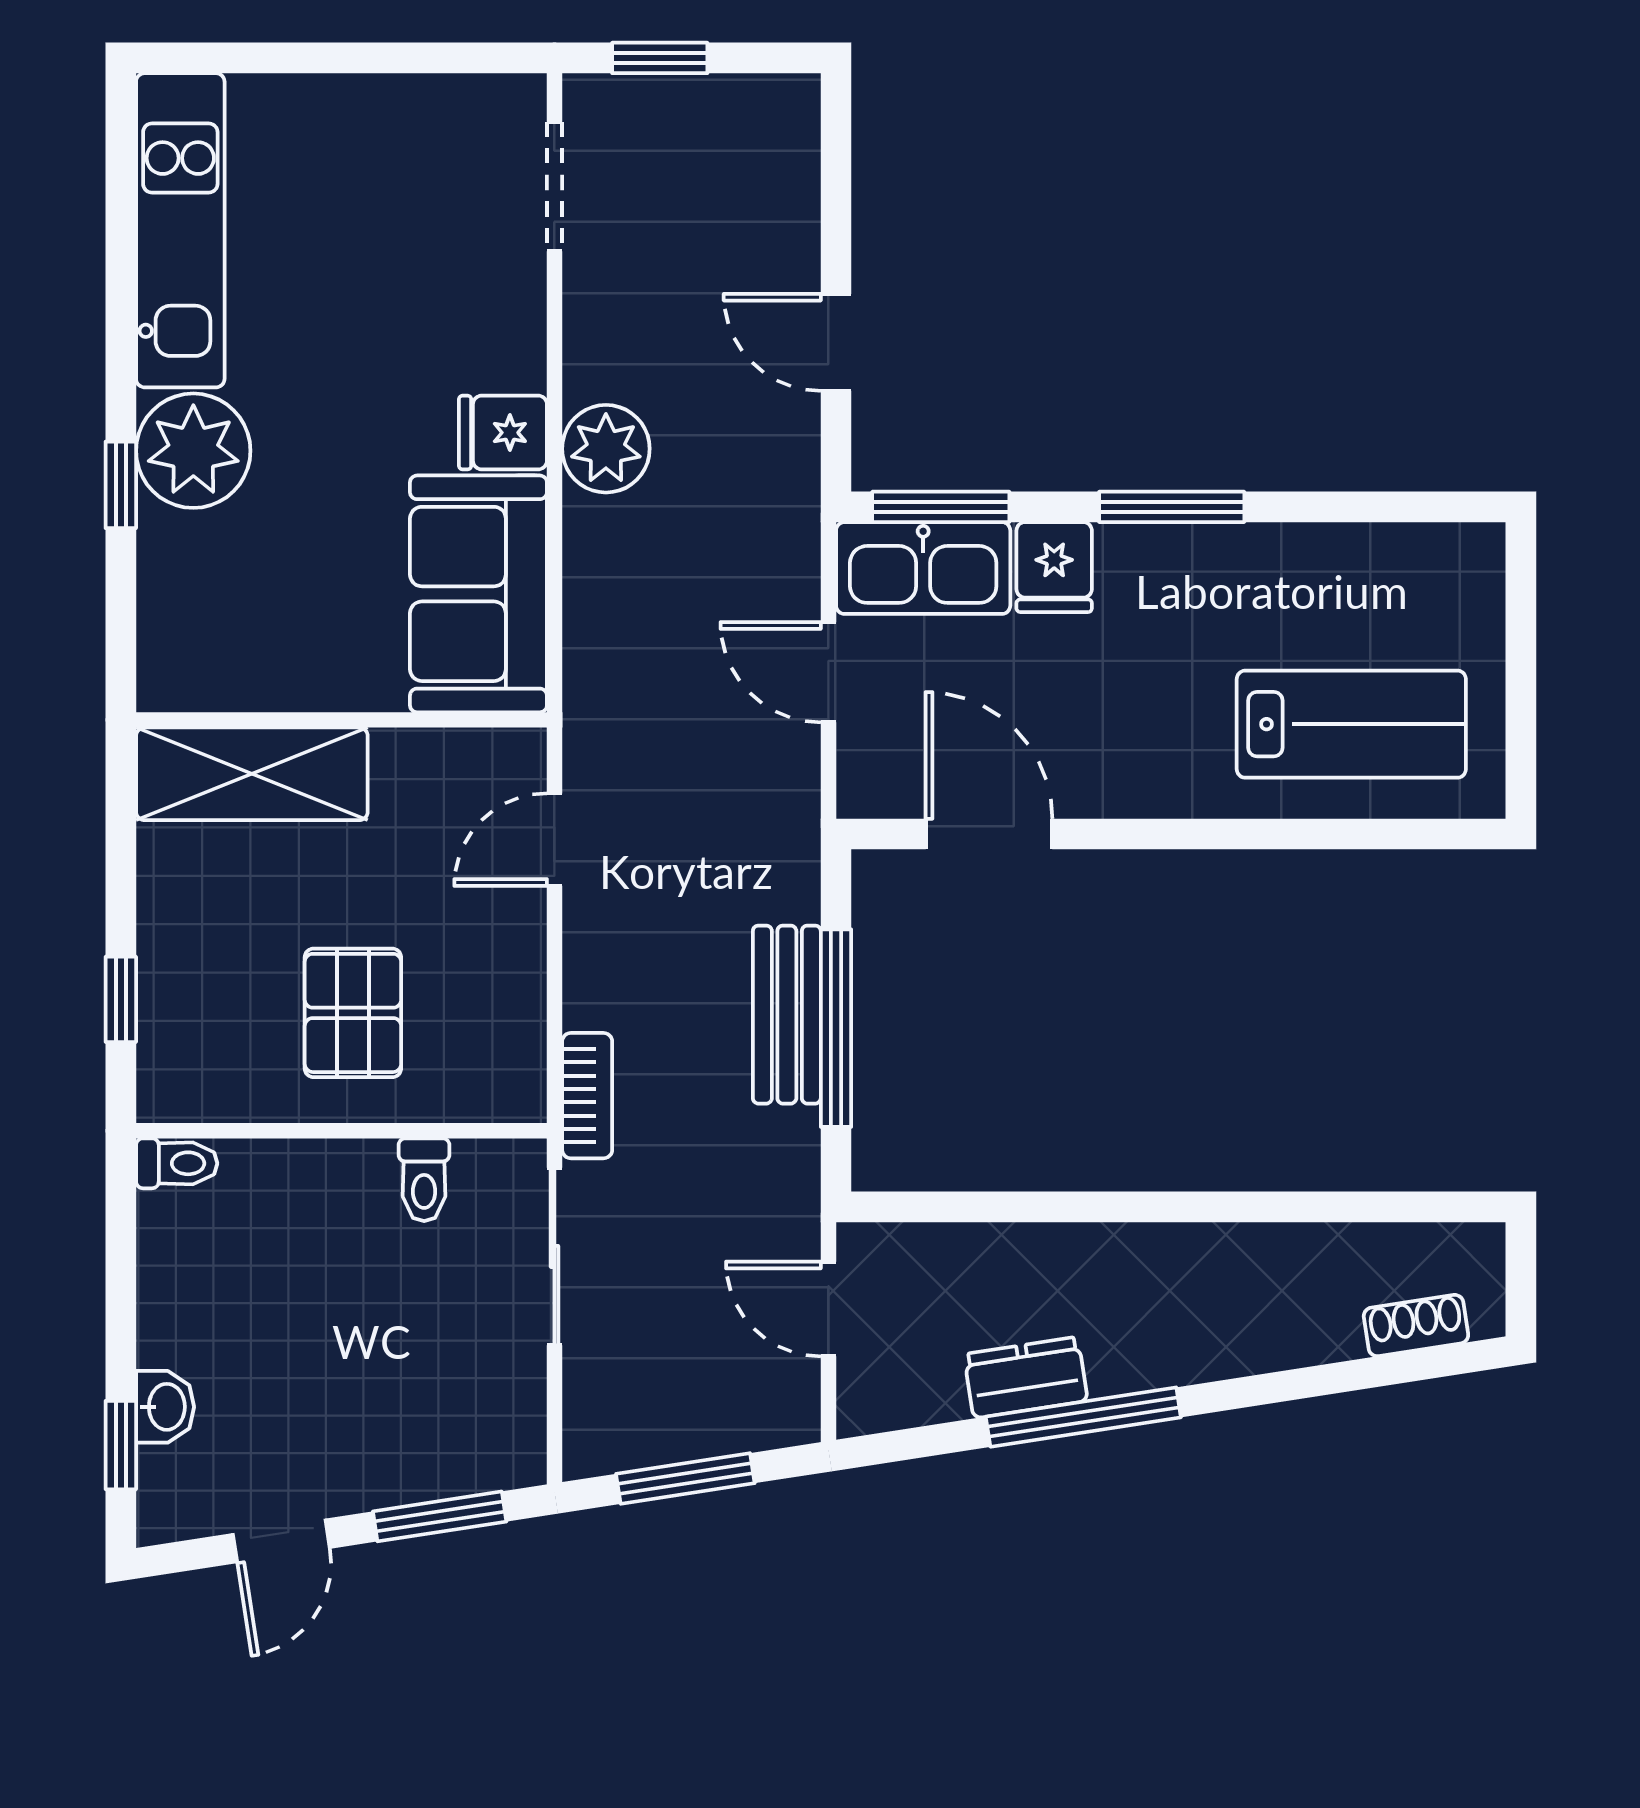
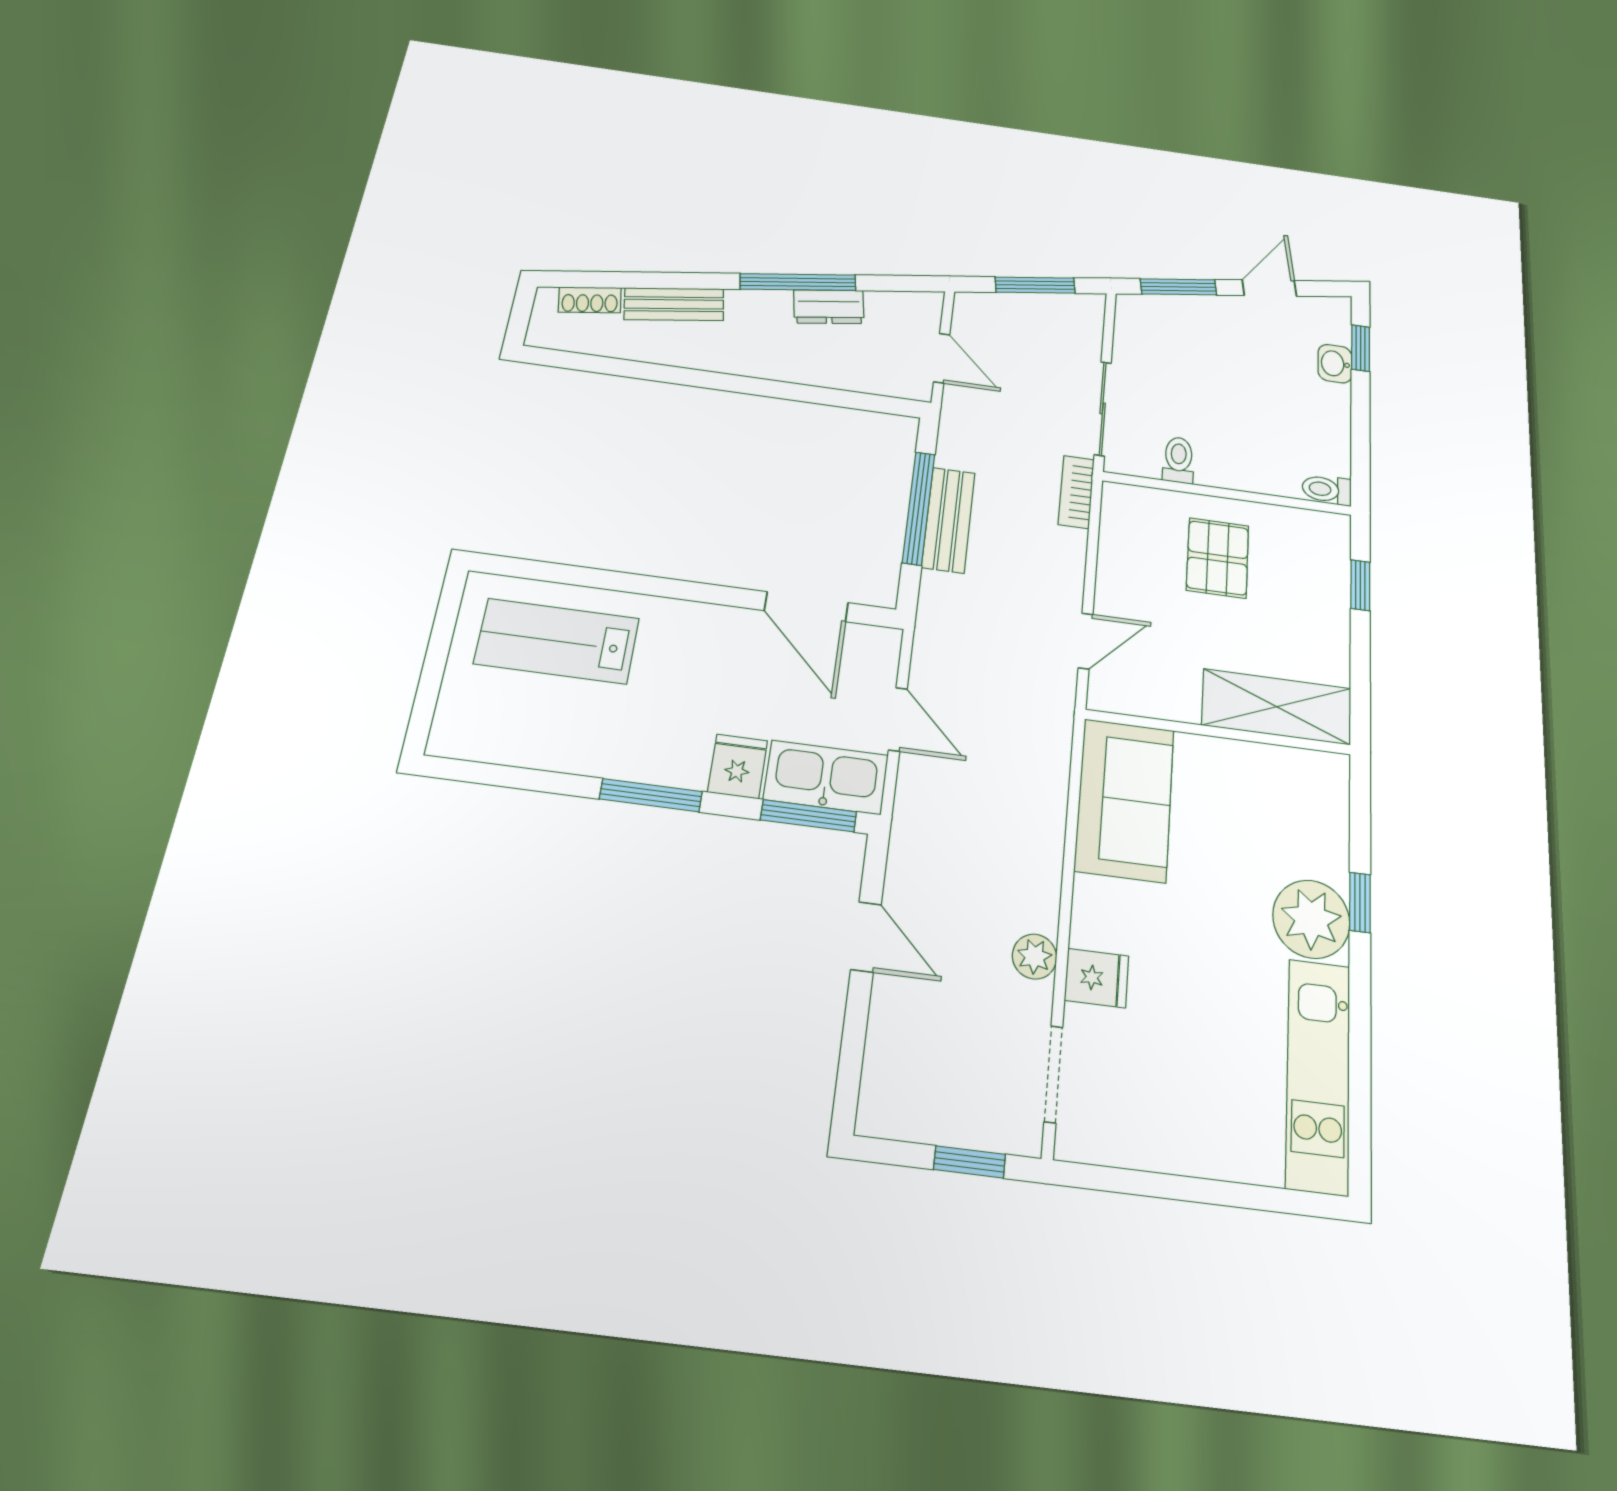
fridge: (503, 433) -> (1097, 978), moved
plant: (606, 449) -> (1035, 957), moved, width x0.73, depth x0.73
bench: (1279, 1340) -> (674, 304), added

